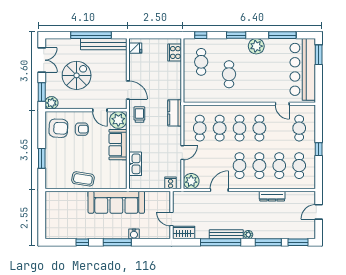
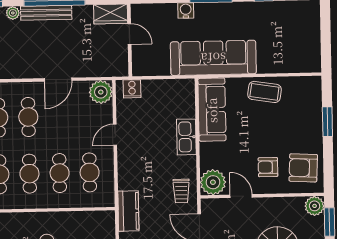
kitchen counter: (175, 113) -> (128, 211), moved
sofa: (118, 145) -> (212, 110), moved, width x1.36
kitchen sink: (135, 164) -> (186, 137), moved

